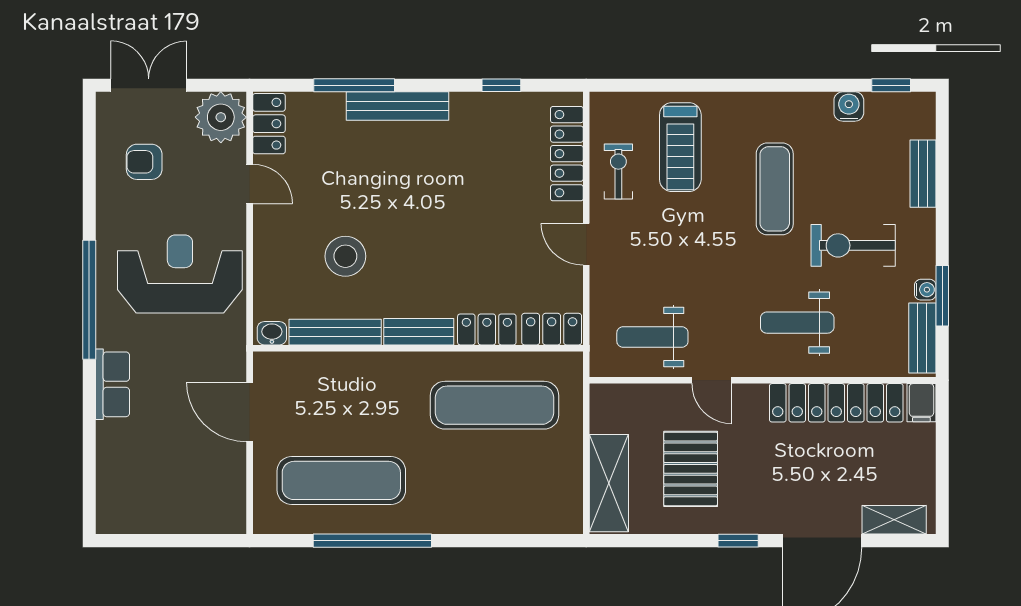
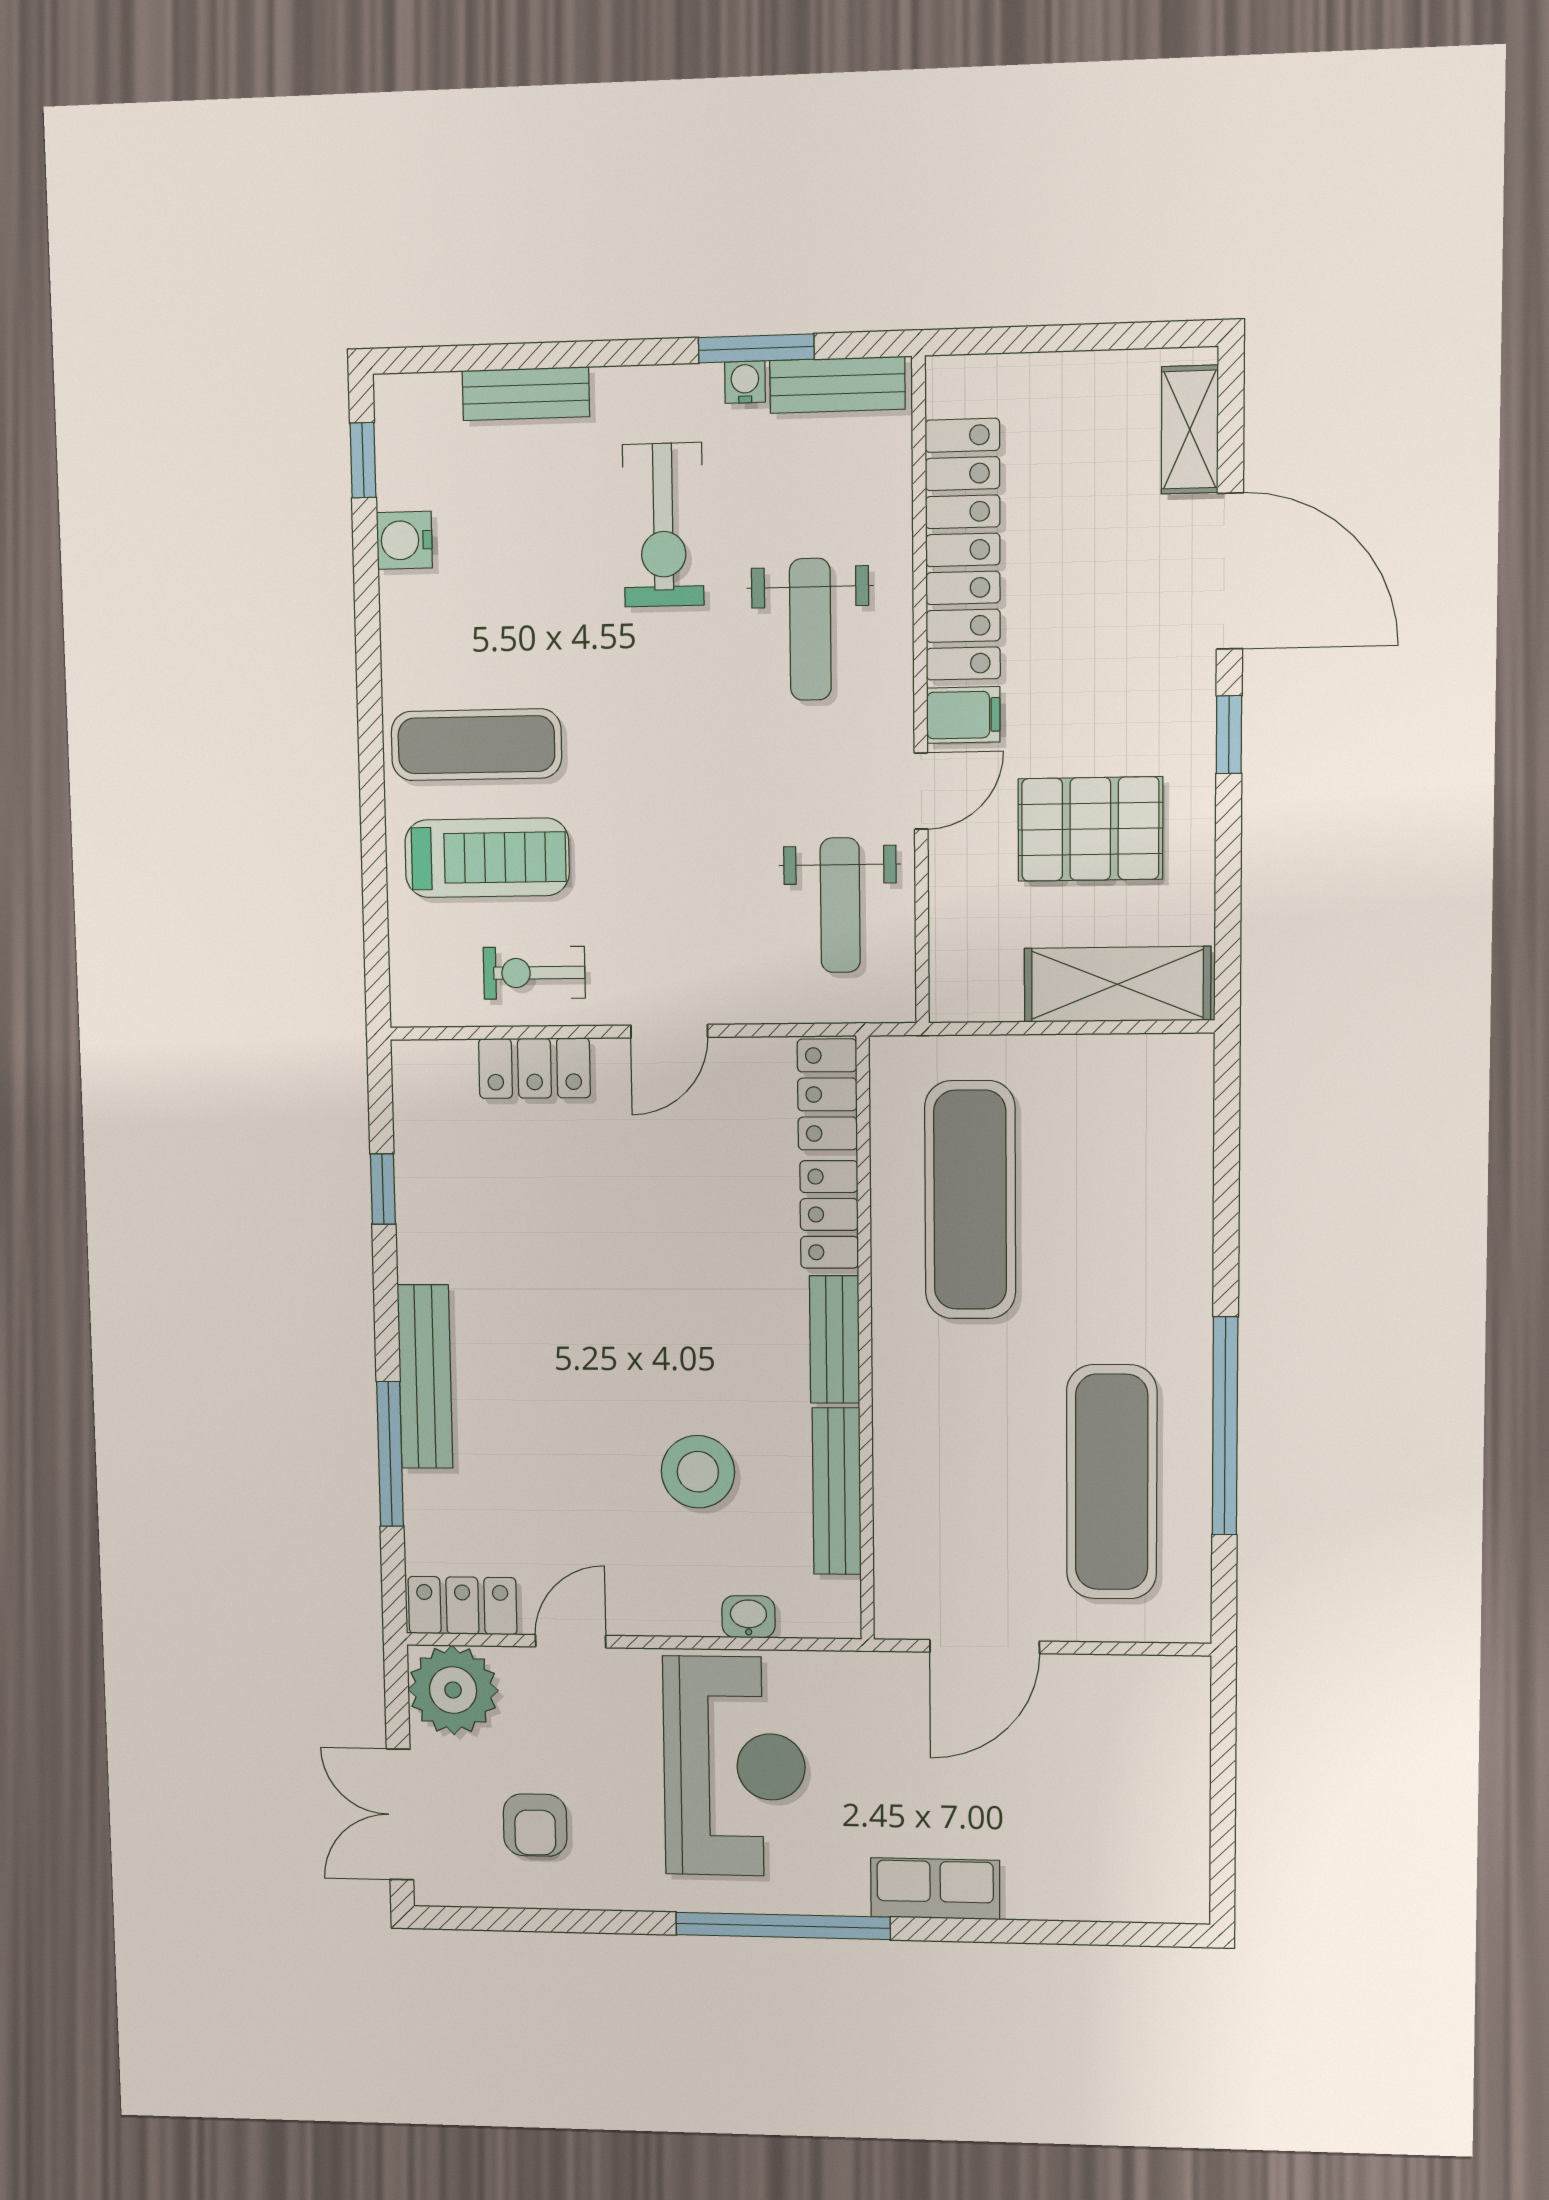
locker: (567, 154) -> (534, 1068), width x0.66
exercise mat: (775, 189) -> (476, 745), moved
reception desk: (180, 274) -> (734, 1766), turned 180
washbasin: (272, 333) -> (748, 1617), moved, turned 90
filing cabinet: (921, 403) -> (963, 715), moved

